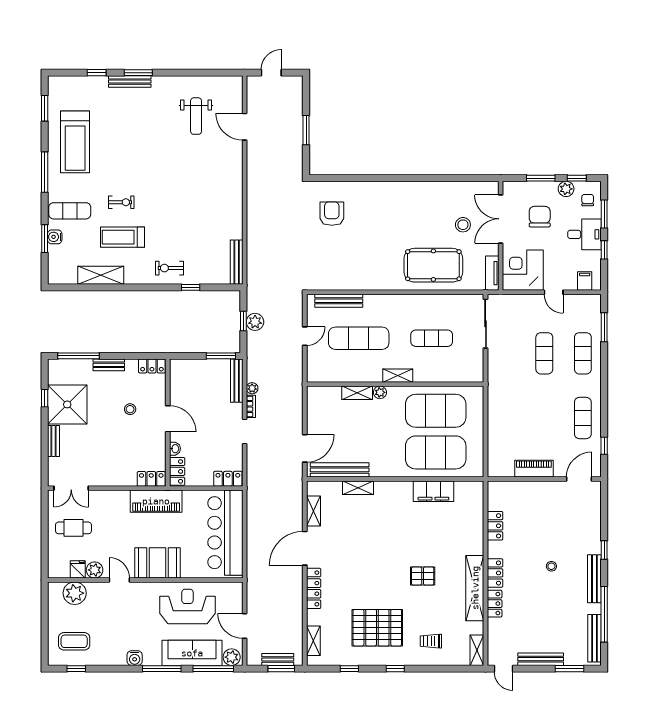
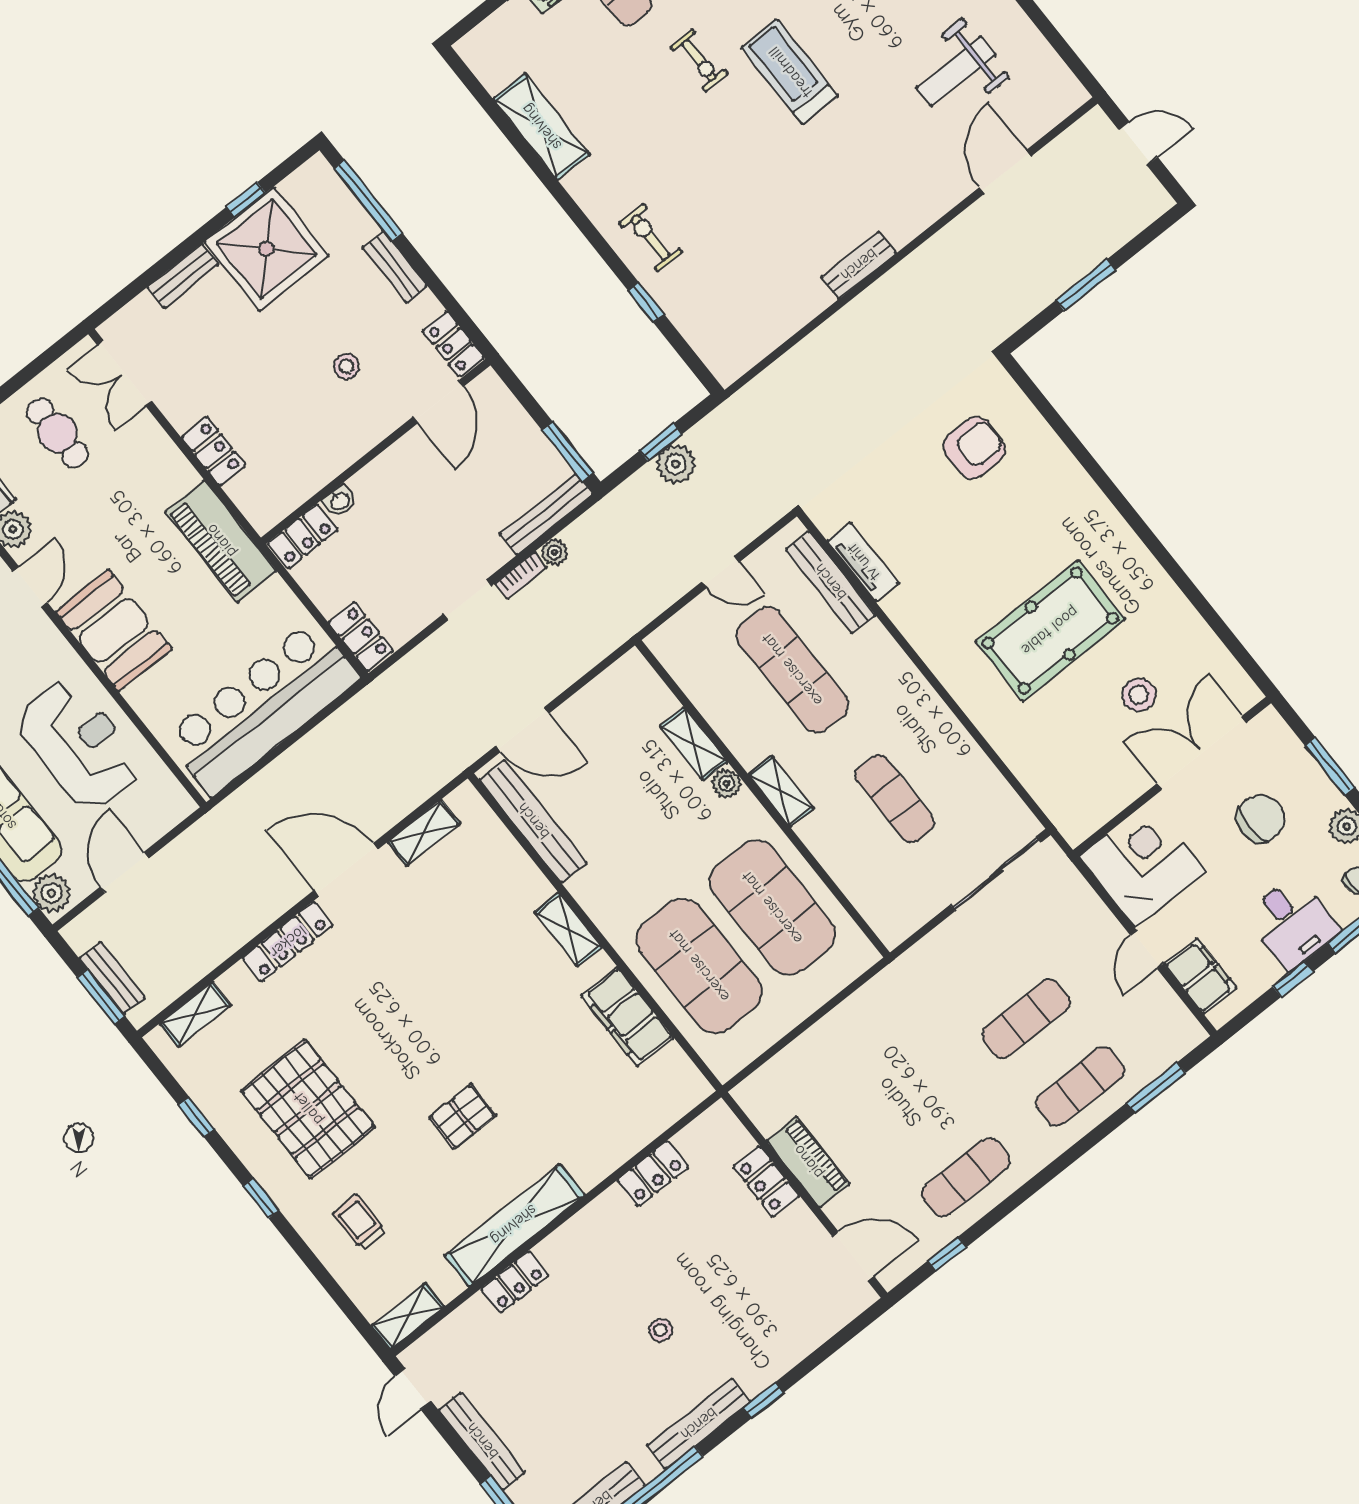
treadmill: (122, 237) -> (790, 72), moved
bench: (237, 262) -> (859, 265), moved, width x0.73
pool table: (433, 265) -> (1050, 631), moved, turned 90
tv unit: (492, 273) -> (863, 562), moved, turned 90
filing cabinet: (585, 281) -> (1200, 976), width x2.00
door: (168, 419) -> (438, 402), moved
locker: (151, 479) -> (213, 451), moved
shelving: (358, 488) -> (568, 930), moved
locker: (495, 573) -> (766, 1181), moved, turned 90
pallet: (423, 576) -> (463, 1116), turned 90

